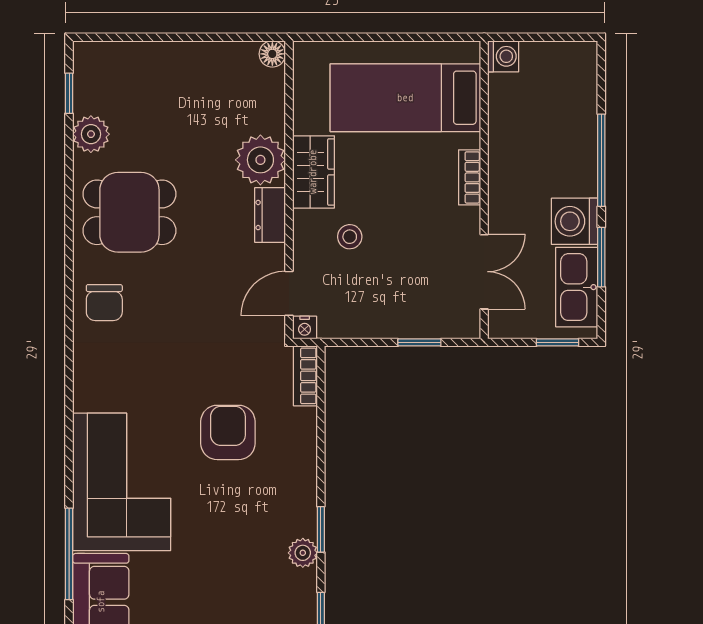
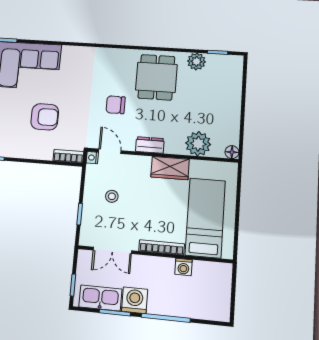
washing machine: (503, 56) -> (183, 267), moved
plant: (260, 160) -> (198, 144), moved
bookcase: (470, 177) -> (162, 247), width x1.56
stool: (350, 237) -> (112, 196), moved
chair: (104, 303) -> (116, 105), moved

